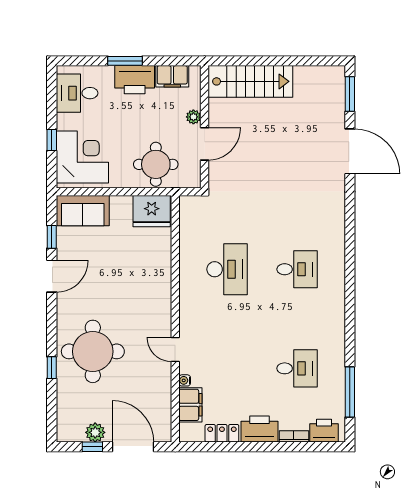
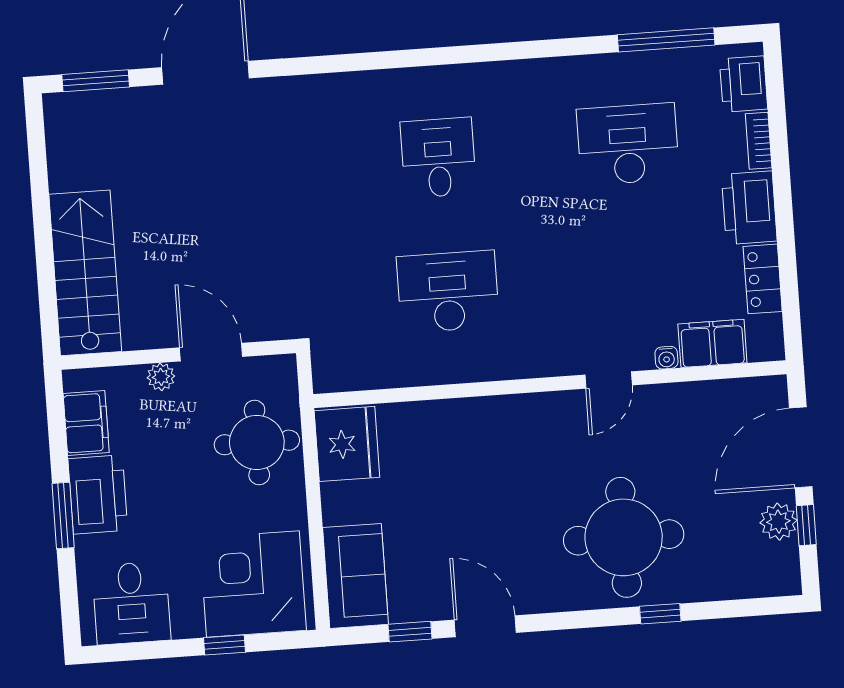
desk: (297, 368) -> (628, 144), width x1.37

